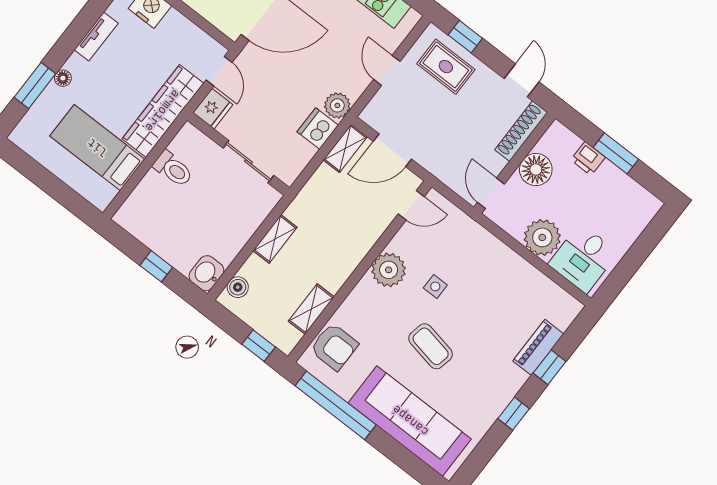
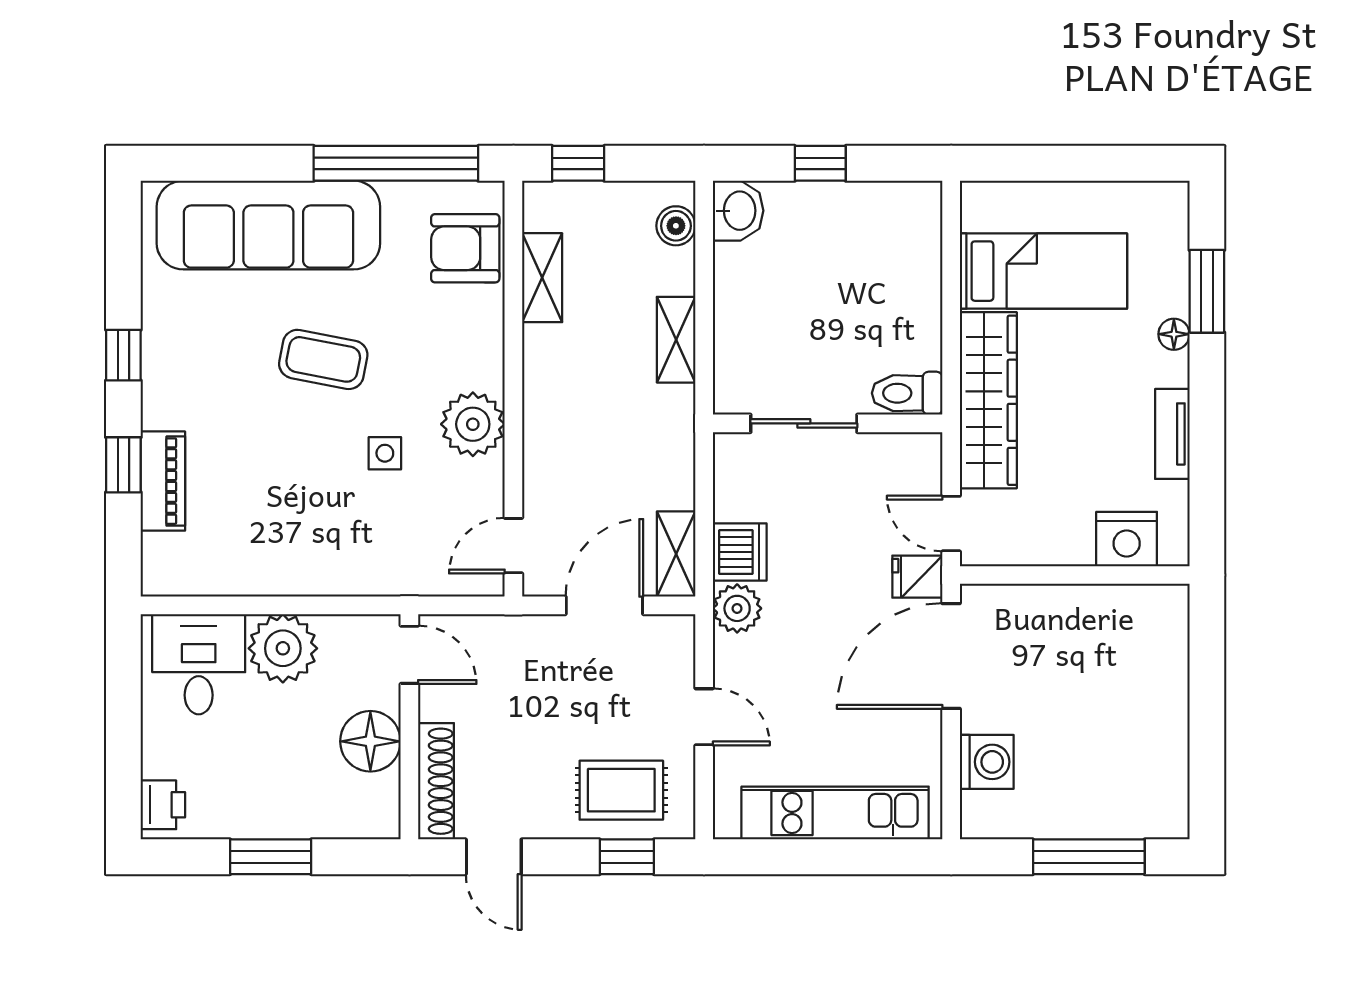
fridge: (213, 109) -> (917, 577), moved, width x0.72
printer: (588, 159) -> (163, 805), moved, turned 90
toilet: (173, 169) -> (907, 393), moved

